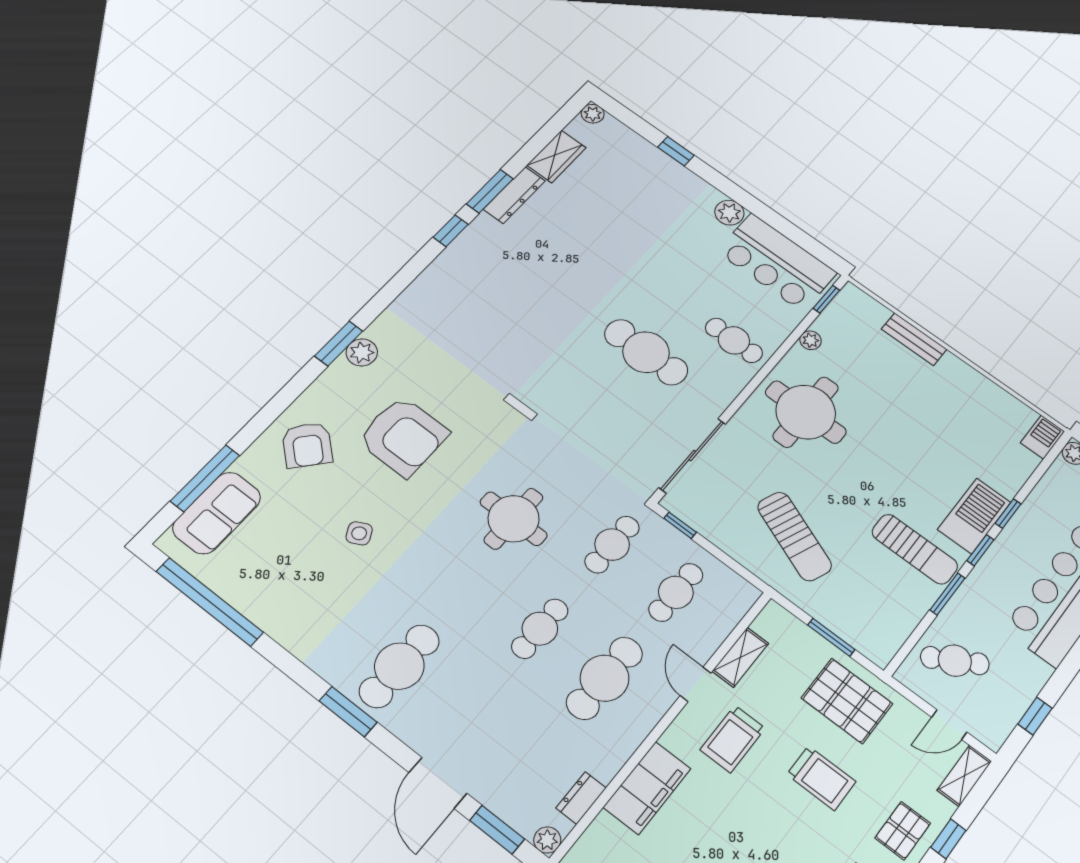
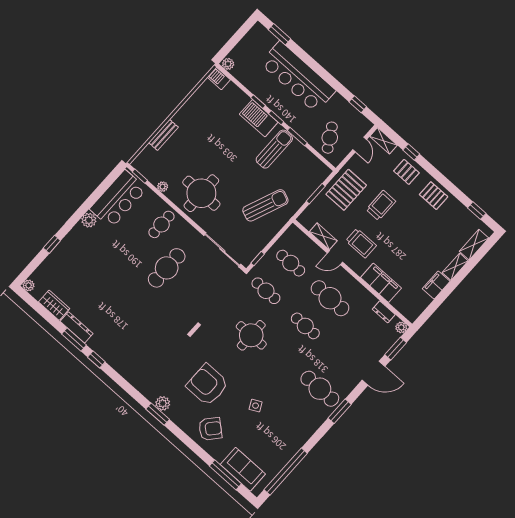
armchair: (403, 436) -> (207, 385), turned -90

